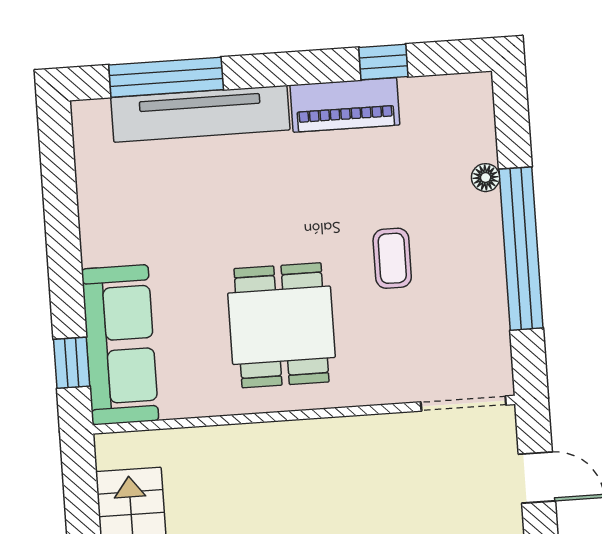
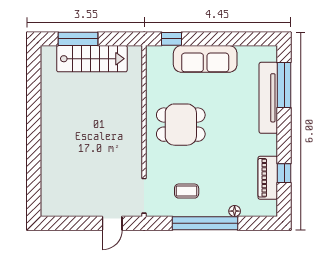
piano: (345, 105) -> (268, 178), moved
coffee table: (392, 258) -> (187, 191), moved
sofa: (120, 345) -> (205, 59), moved

